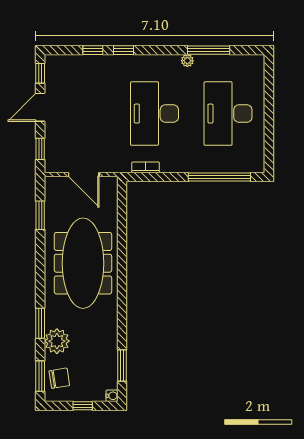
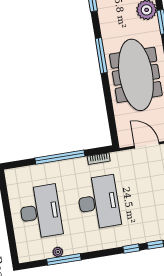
plant: (187, 61) -> (58, 252), moved
window: (219, 177) -> (60, 157), moved
window: (122, 294) -> (101, 55), added

